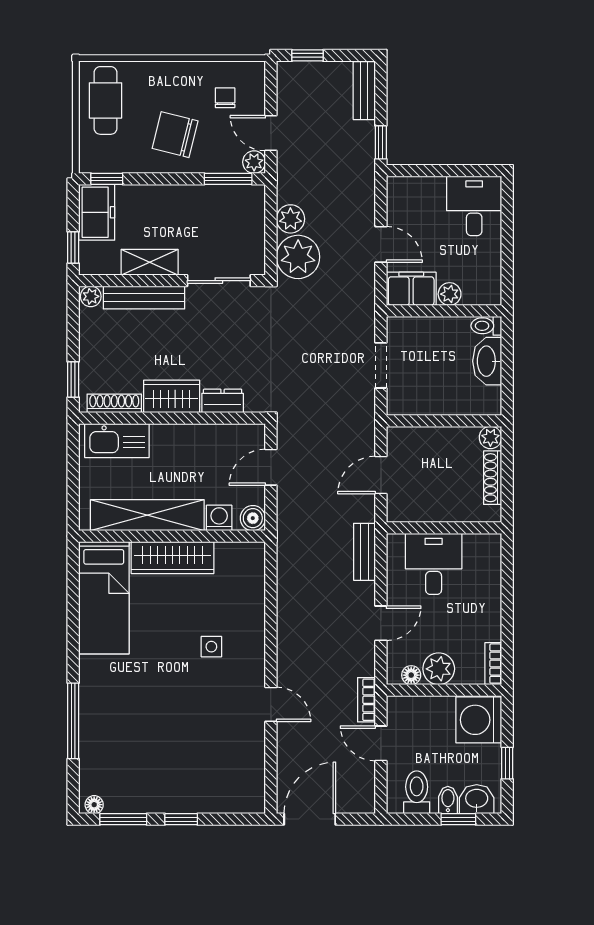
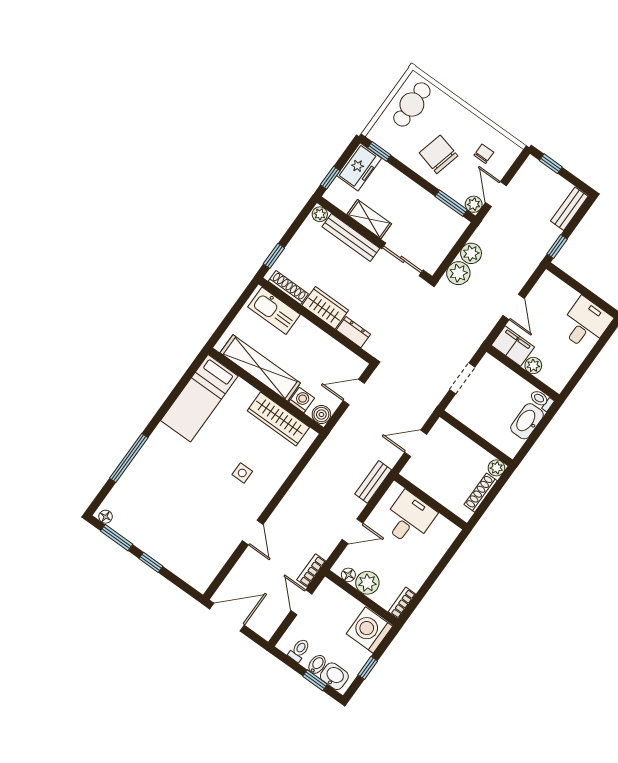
plant: (298, 257) -> (458, 273), width x0.73, depth x0.73
wardrobe: (172, 558) -> (278, 419), moved
toilet: (417, 792) -> (299, 650), width x0.73, depth x0.72

